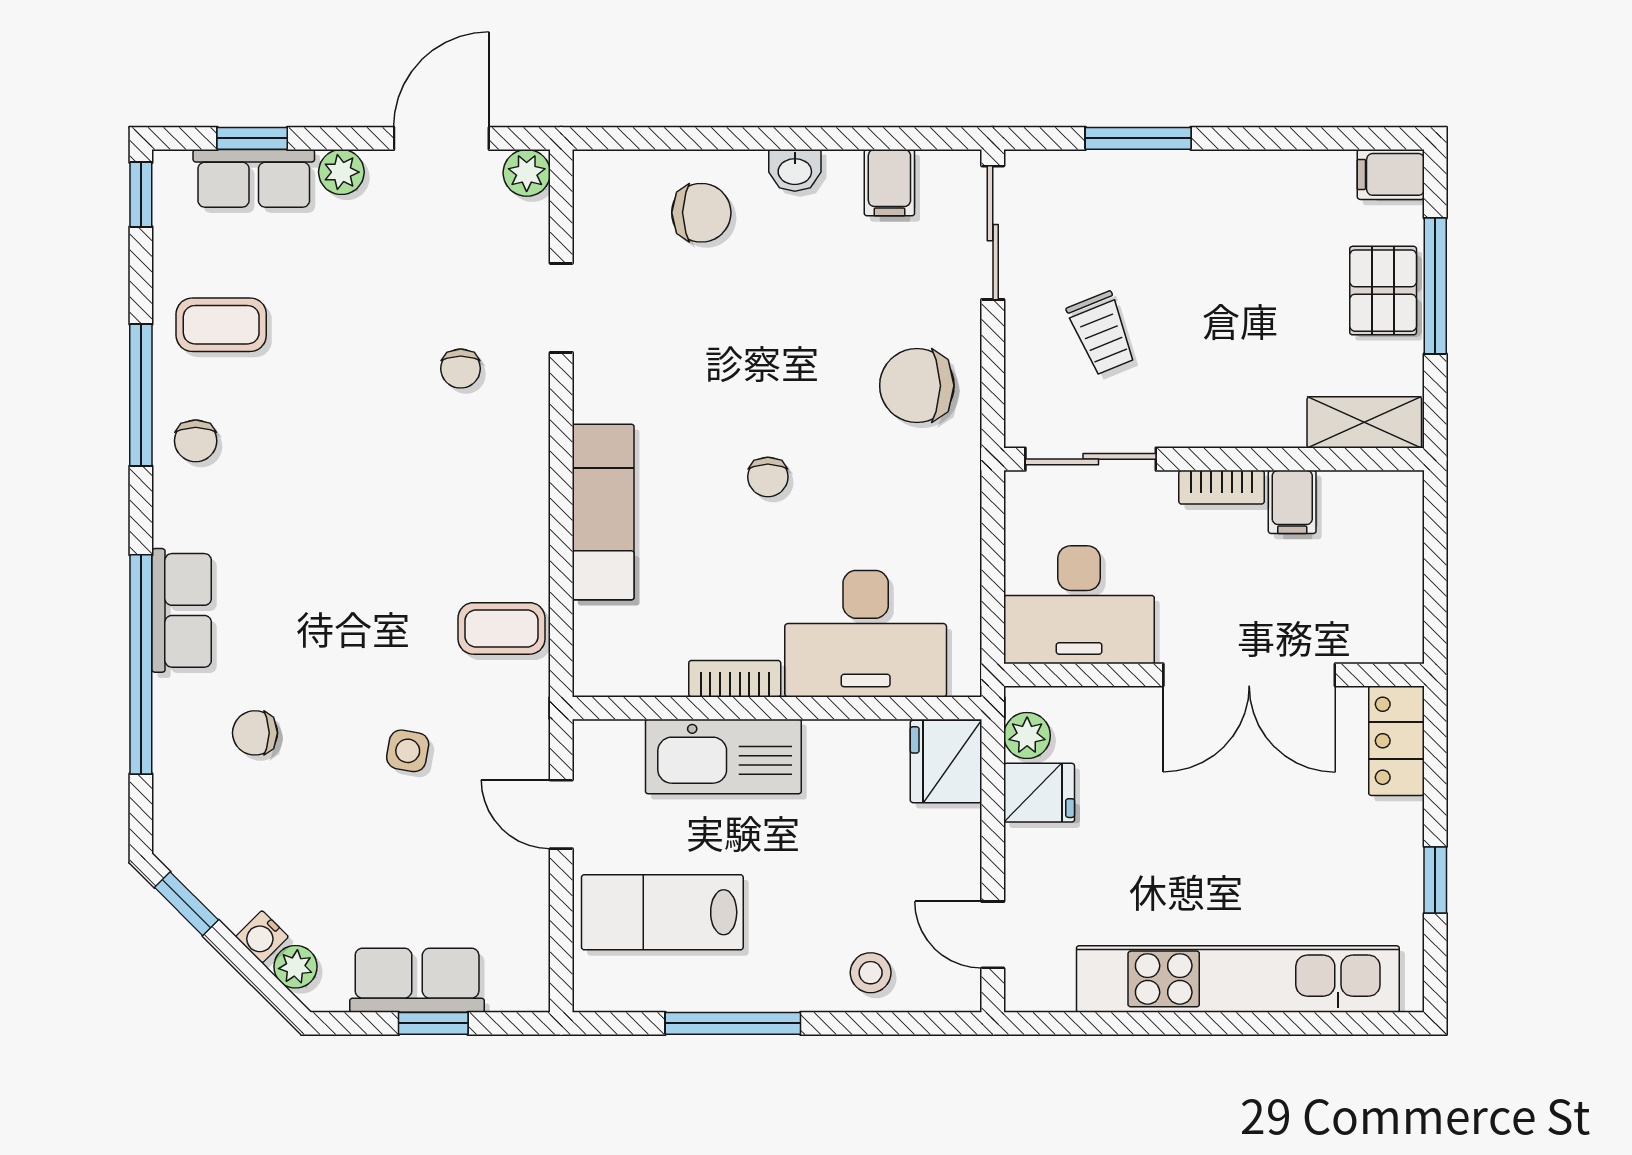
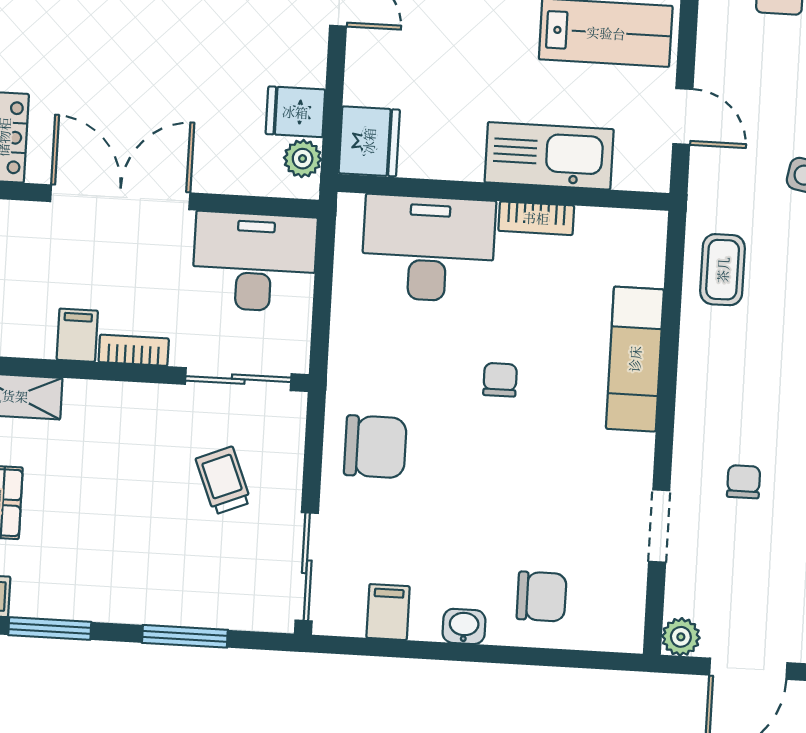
window: (1305, 138) -> (50, 629), added
chair: (701, 213) -> (542, 597), turned 180
coffee table: (502, 628) -> (723, 270), turned 90

